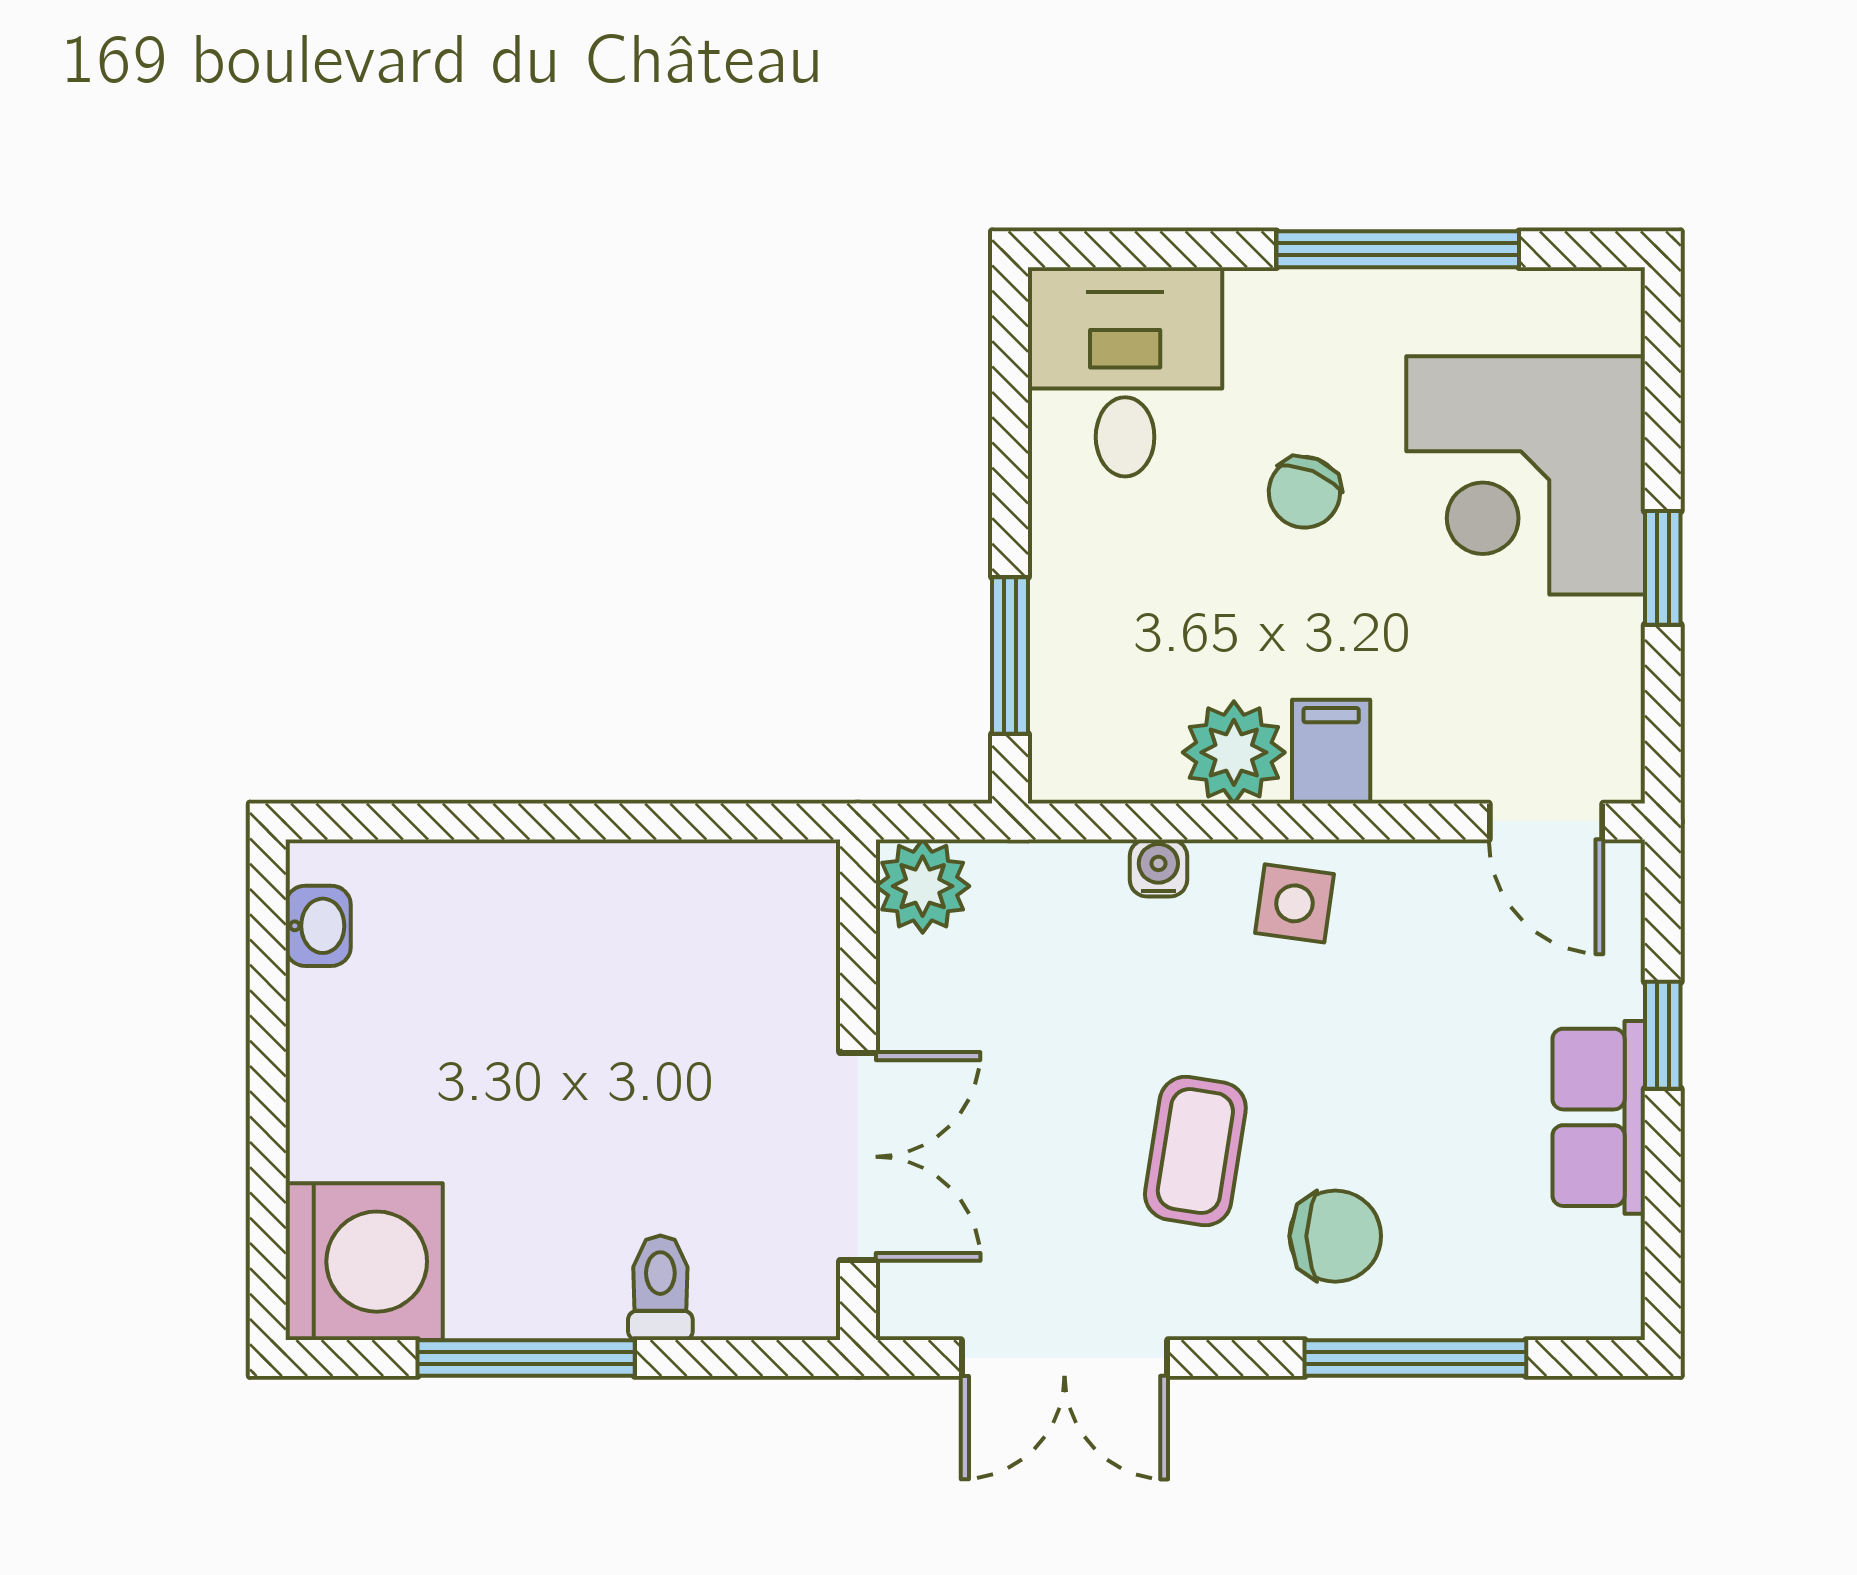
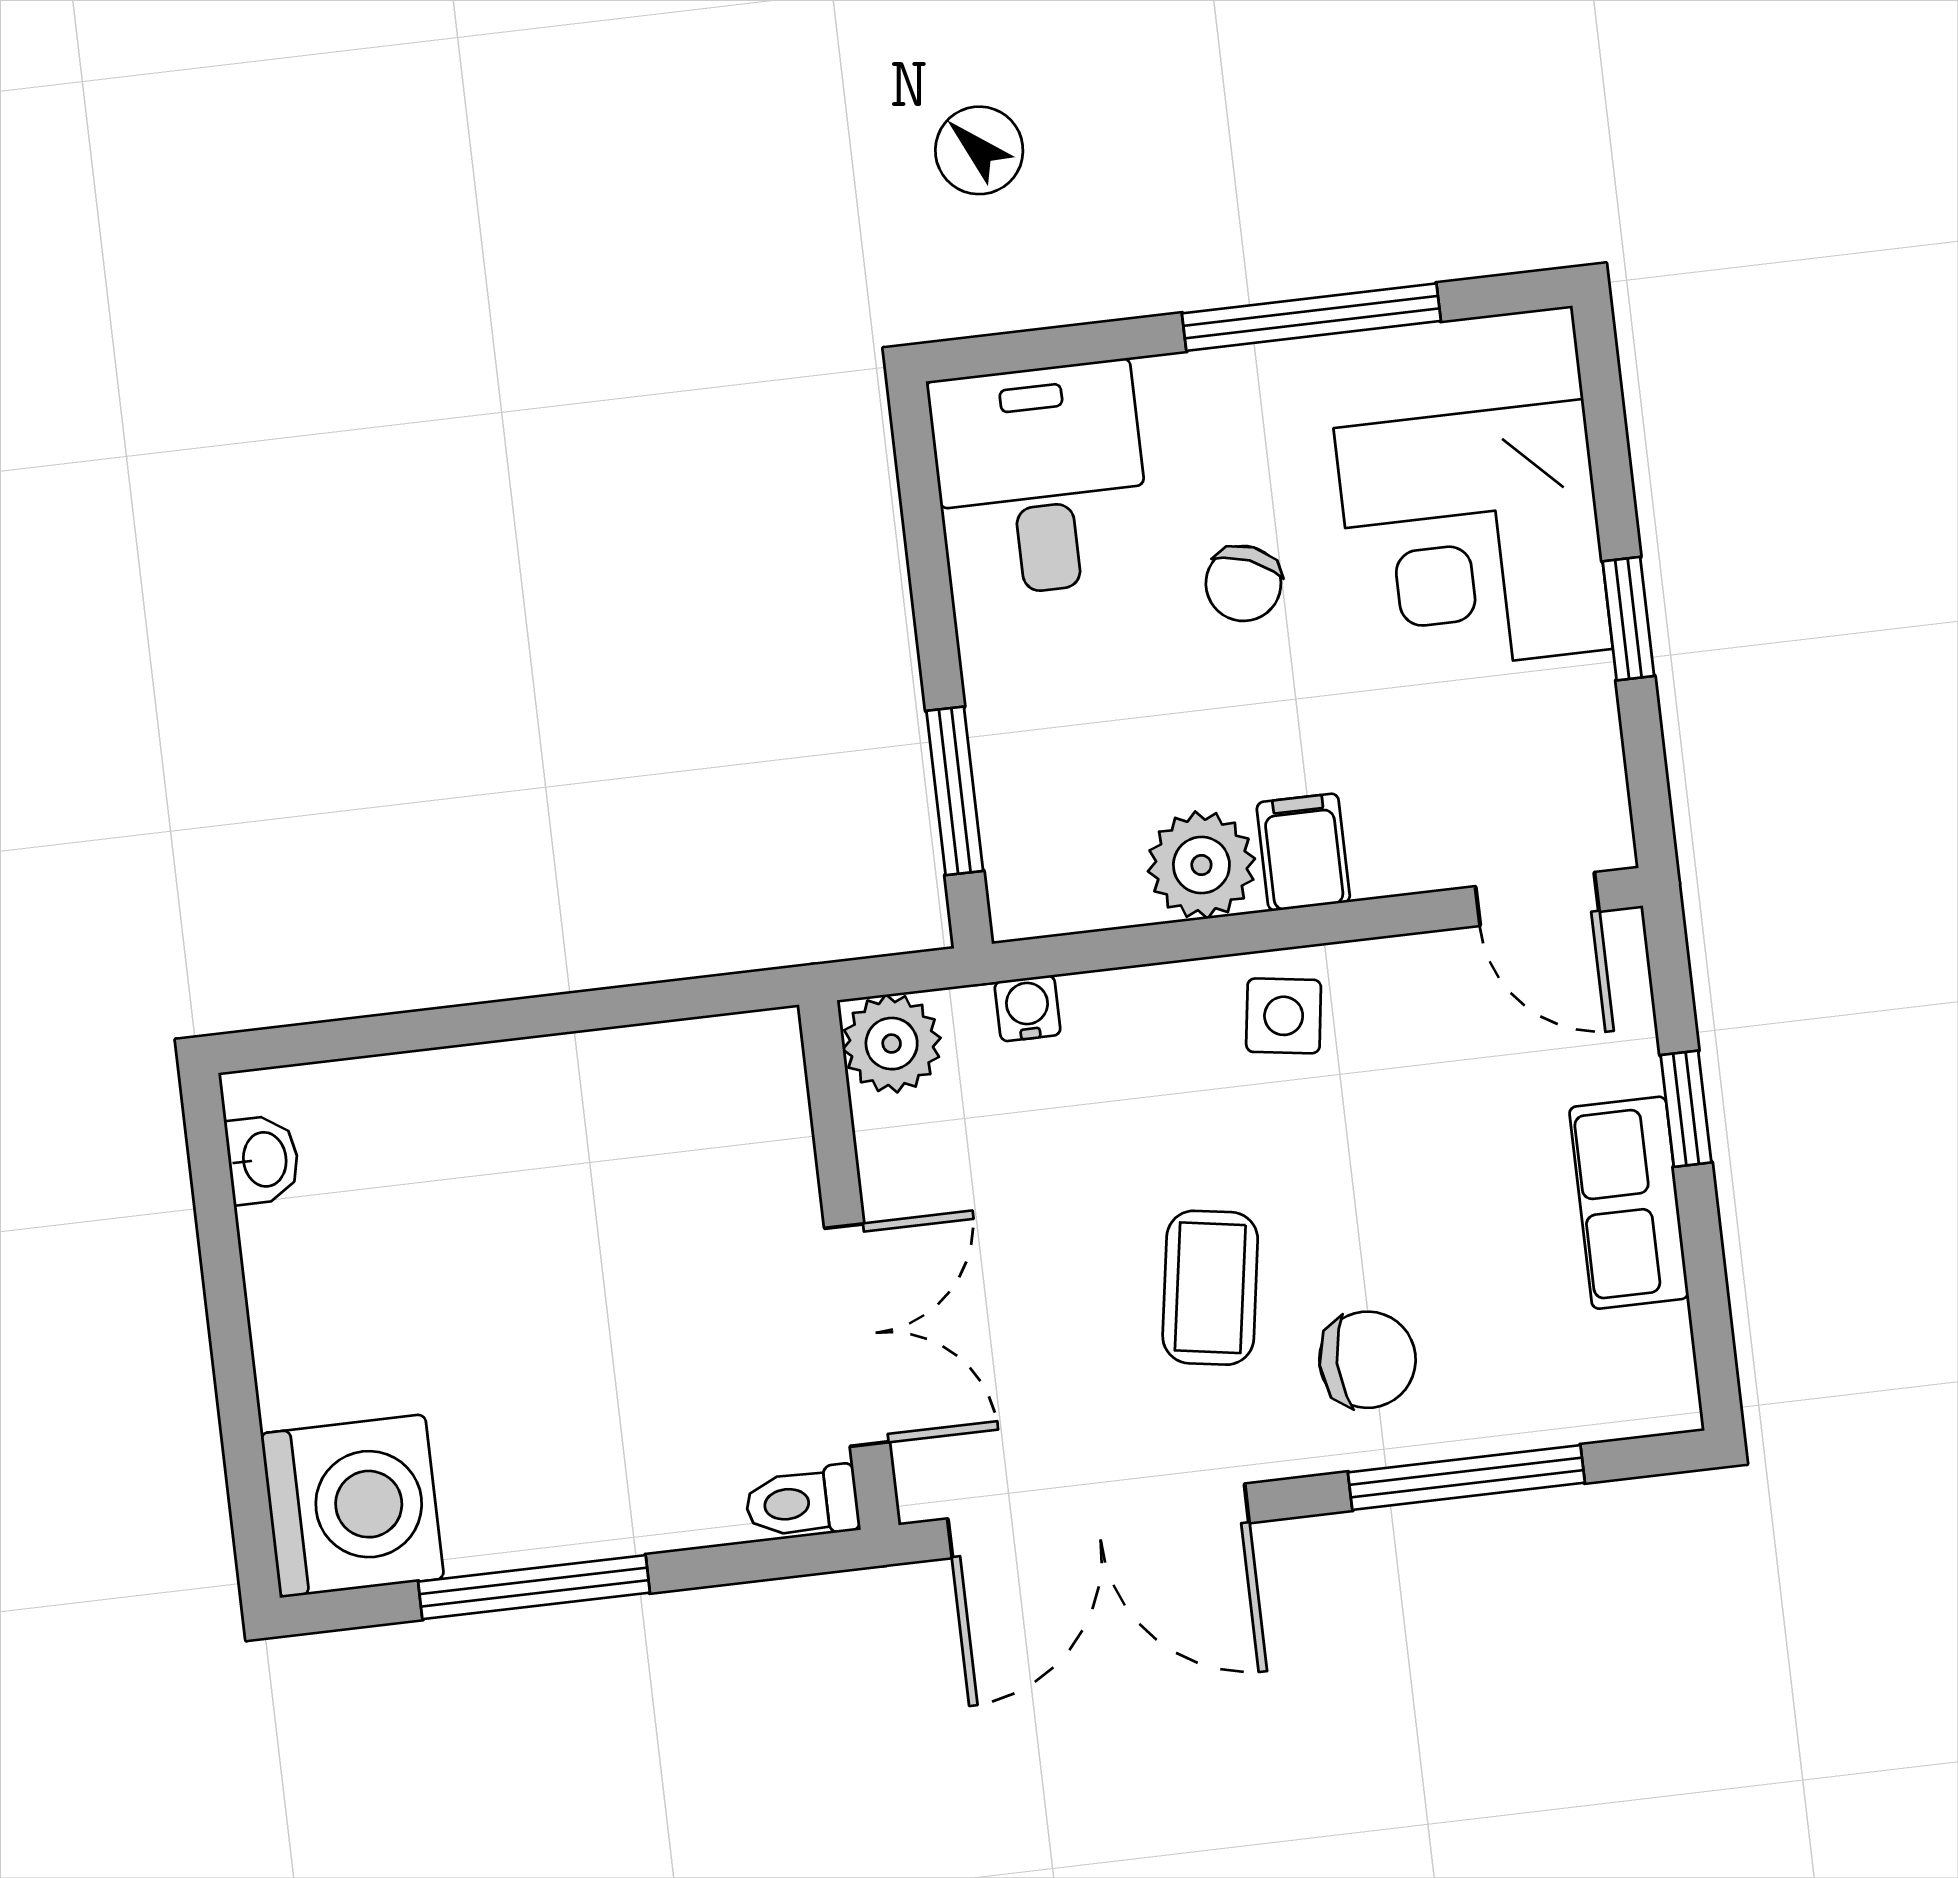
water cooler: (1158, 868) -> (1028, 1008), moved
toilet: (660, 1288) -> (802, 1502), moved, turned -90
double door: (1064, 1358) -> (1098, 1521), width x1.37

